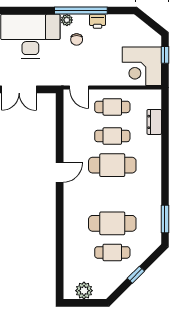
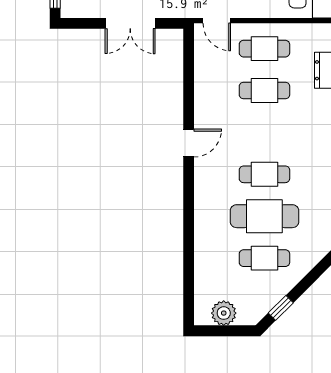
cafe table: (112, 165) -> (264, 174), moved, width x0.73, depth x0.74
window: (136, 275) -> (281, 308), moved

